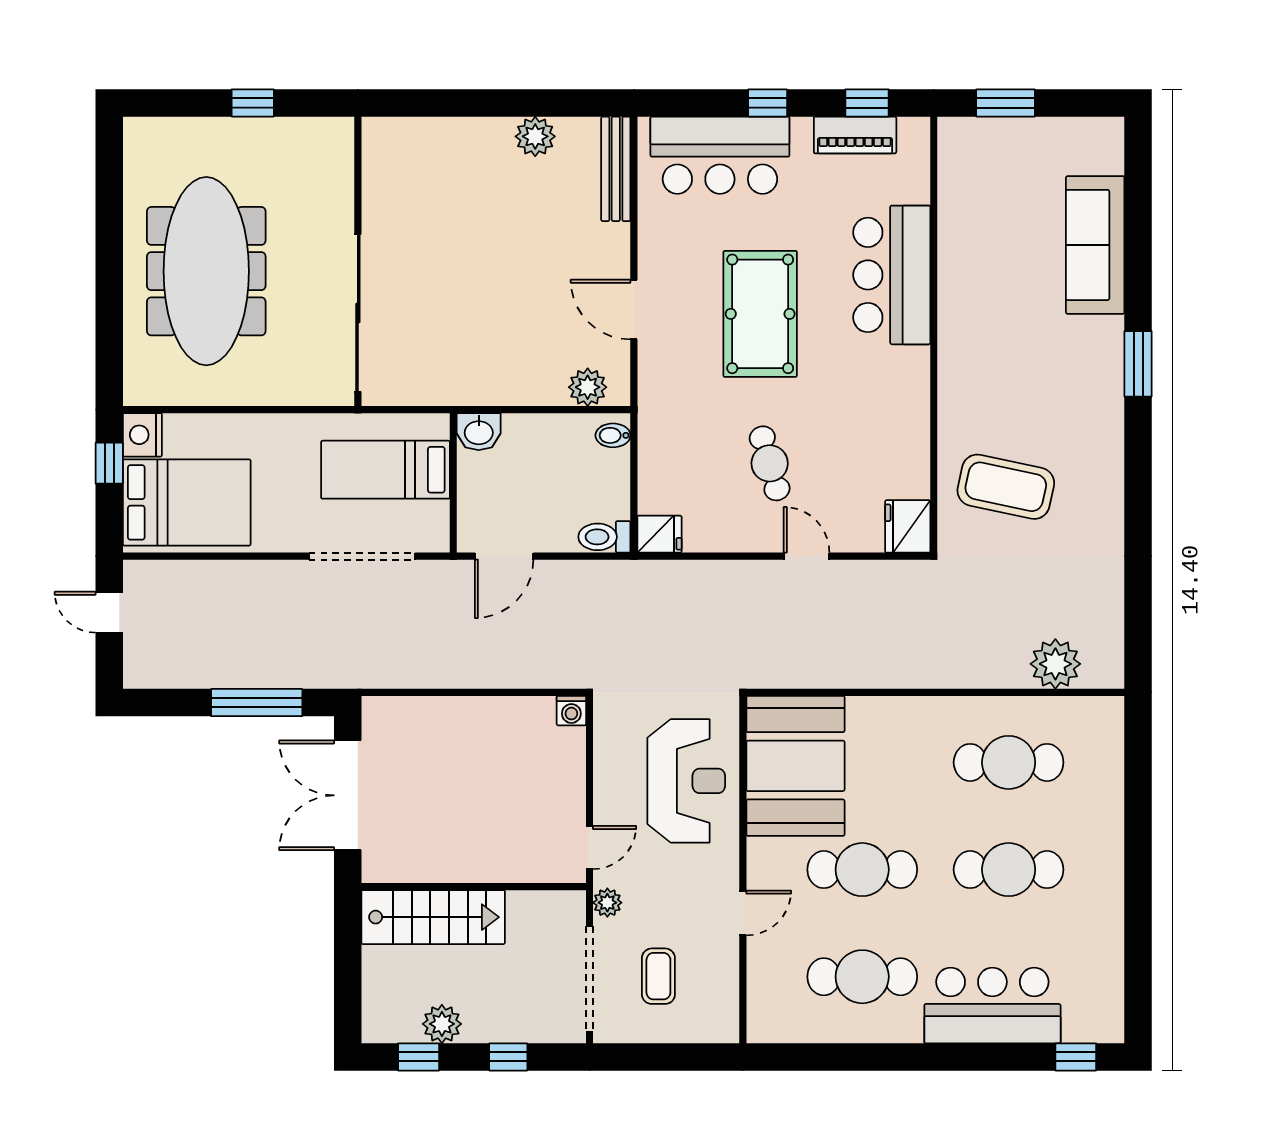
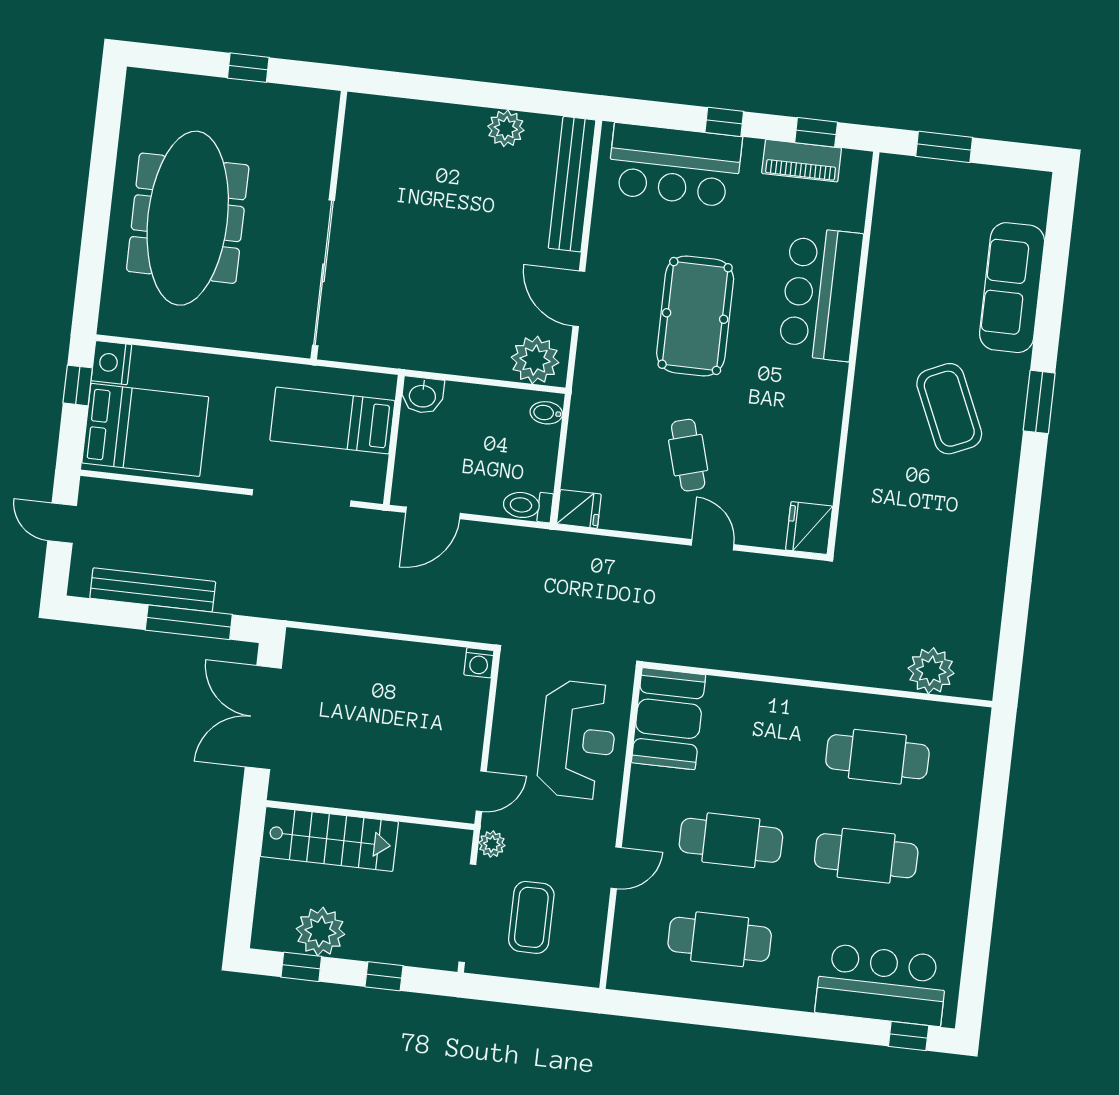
bench: (616, 169) -> (572, 184), width x1.37, depth x1.21
plant: (588, 387) -> (535, 360), width x1.36, depth x1.36
coffee table: (1006, 487) -> (949, 409), moved, turned 54
bench: (214, 672) -> (153, 590), added
booth: (795, 766) -> (669, 719), width x0.73, depth x0.70
coffee table: (658, 976) -> (531, 917), width x1.36, depth x1.30
bar counter: (992, 1005) -> (881, 985), moved
plant: (442, 1024) -> (320, 932), width x1.36, depth x1.36

